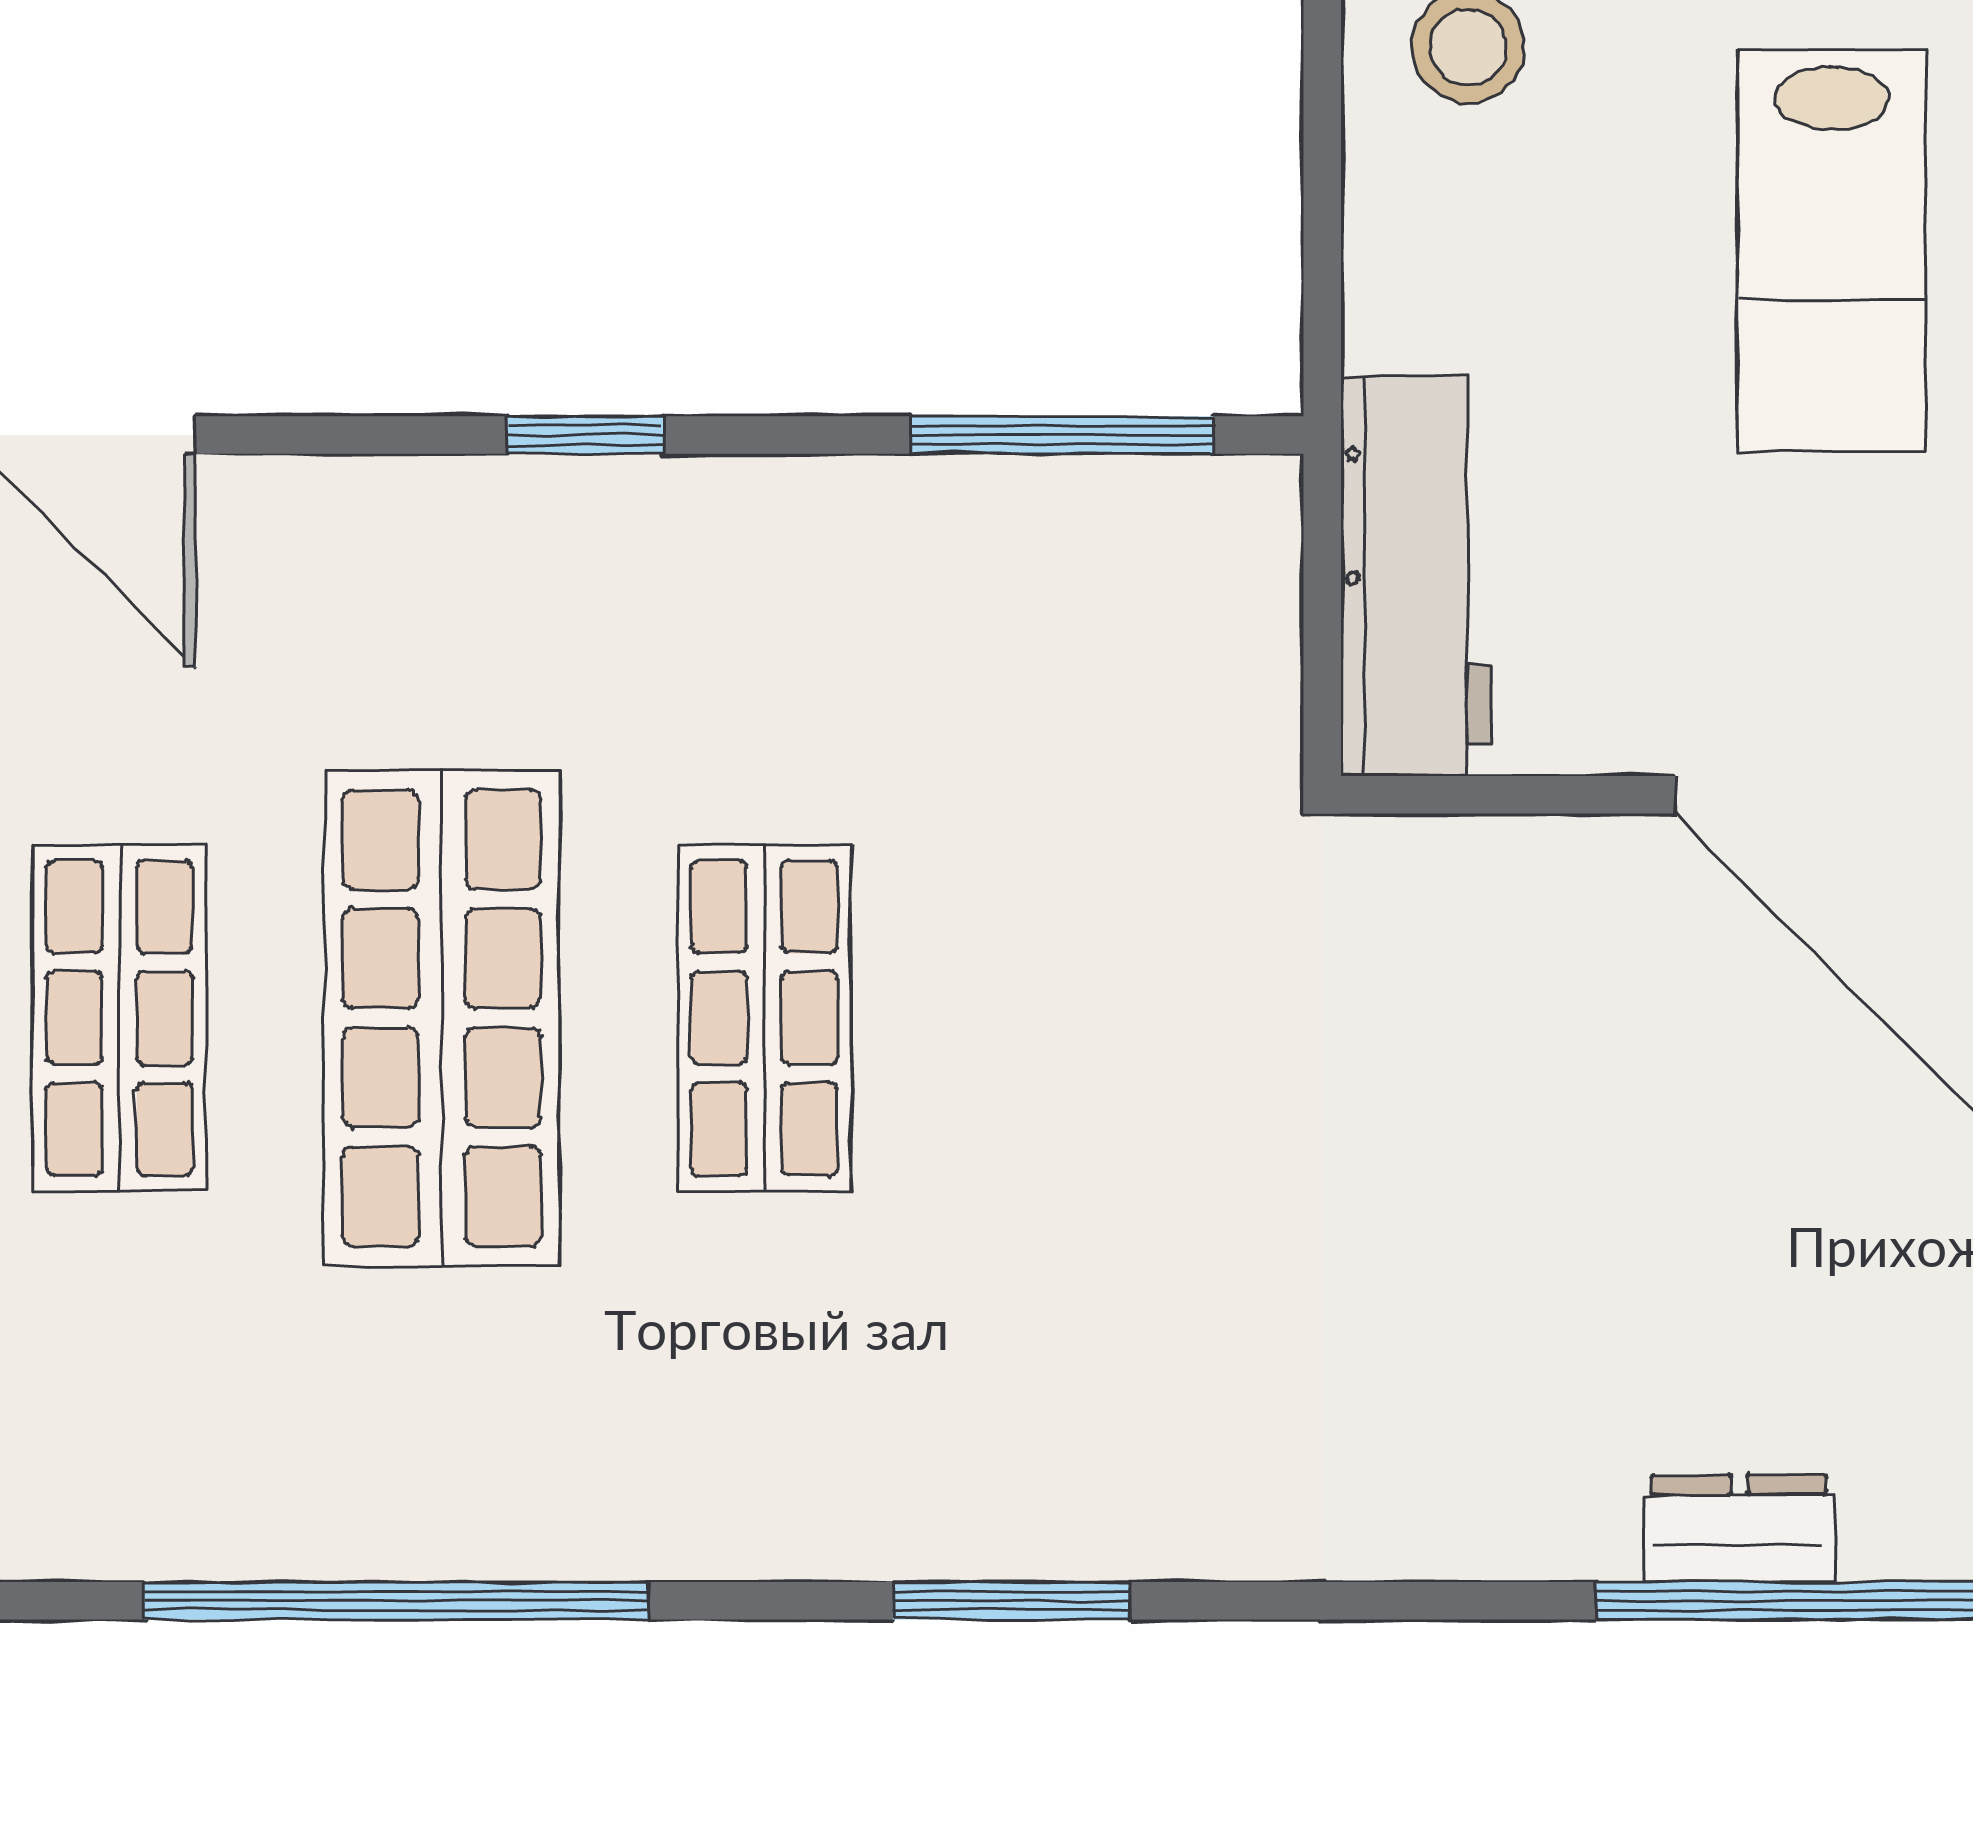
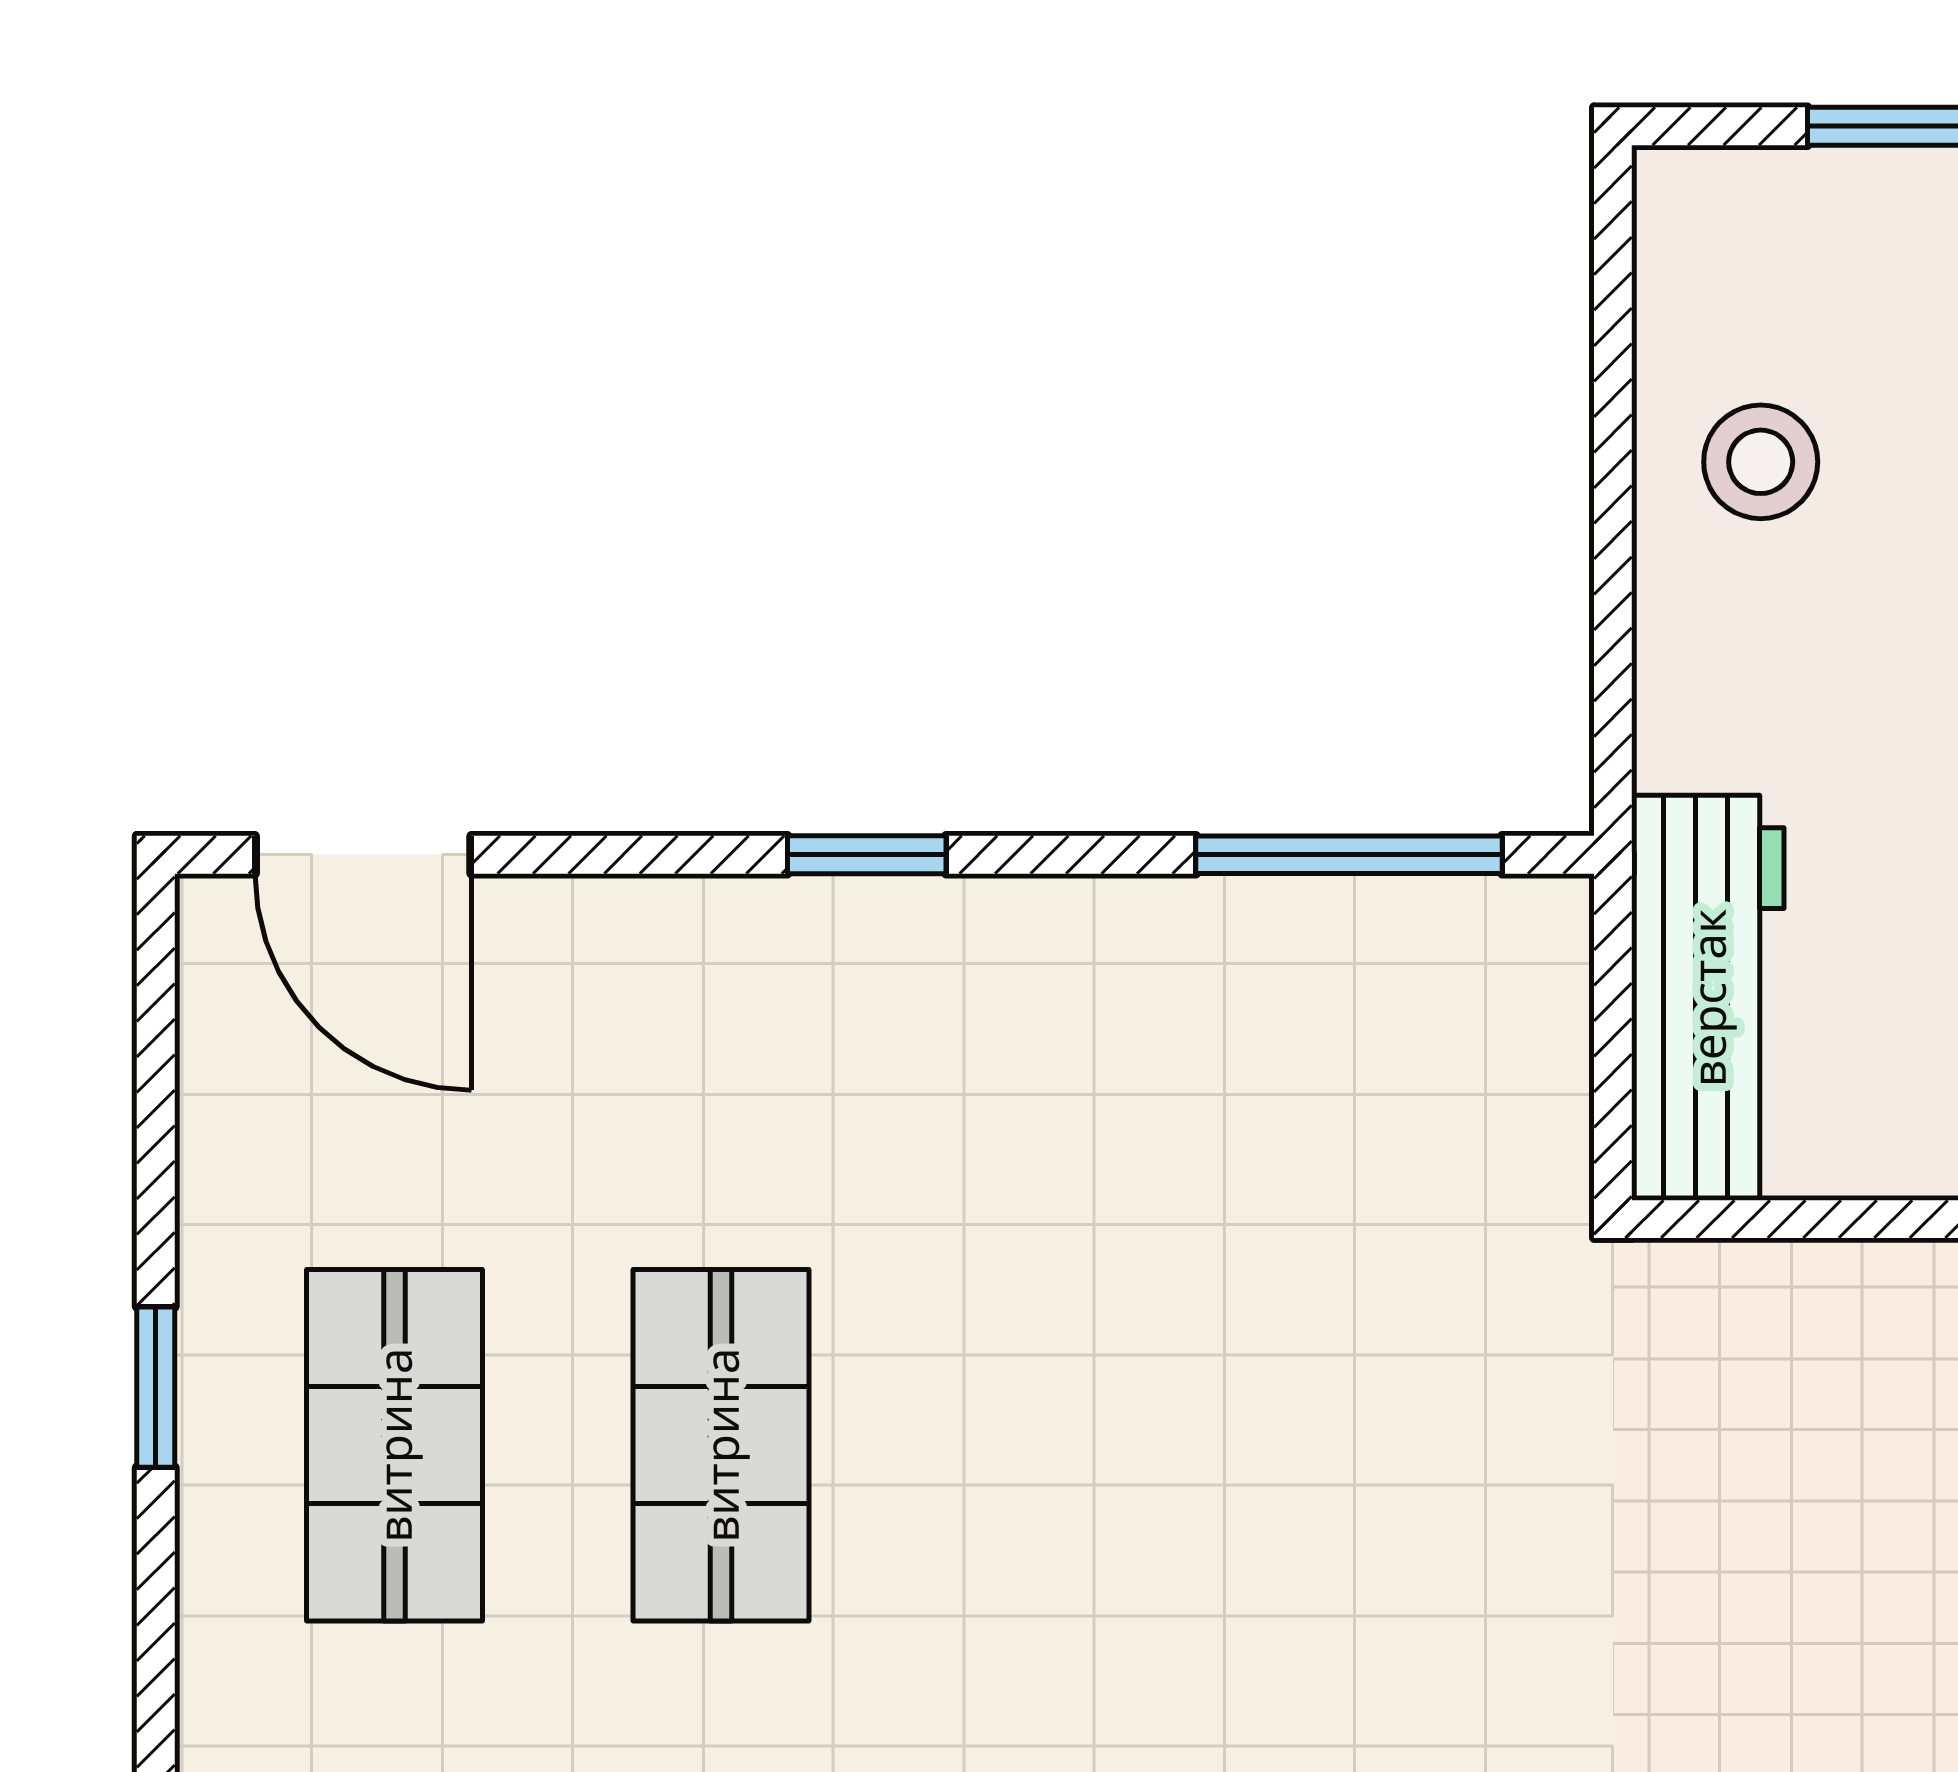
shop shelf: (442, 1018) -> (721, 1445), width x0.70, depth x0.74
shop shelf: (764, 1018) -> (1048, 1445), removed

